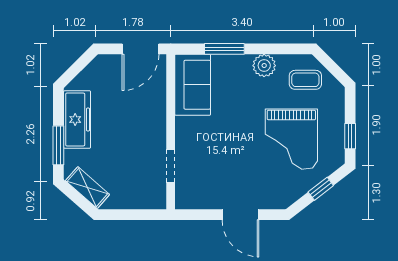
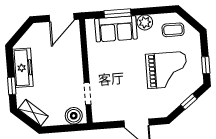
sofa: (193, 85) -> (116, 29), moved, turned 90
grand piano: (291, 139) -> (167, 70), turned -90
window: (58, 145) -> (12, 86), width x0.67
boiler: (148, 197) -> (74, 116), added

